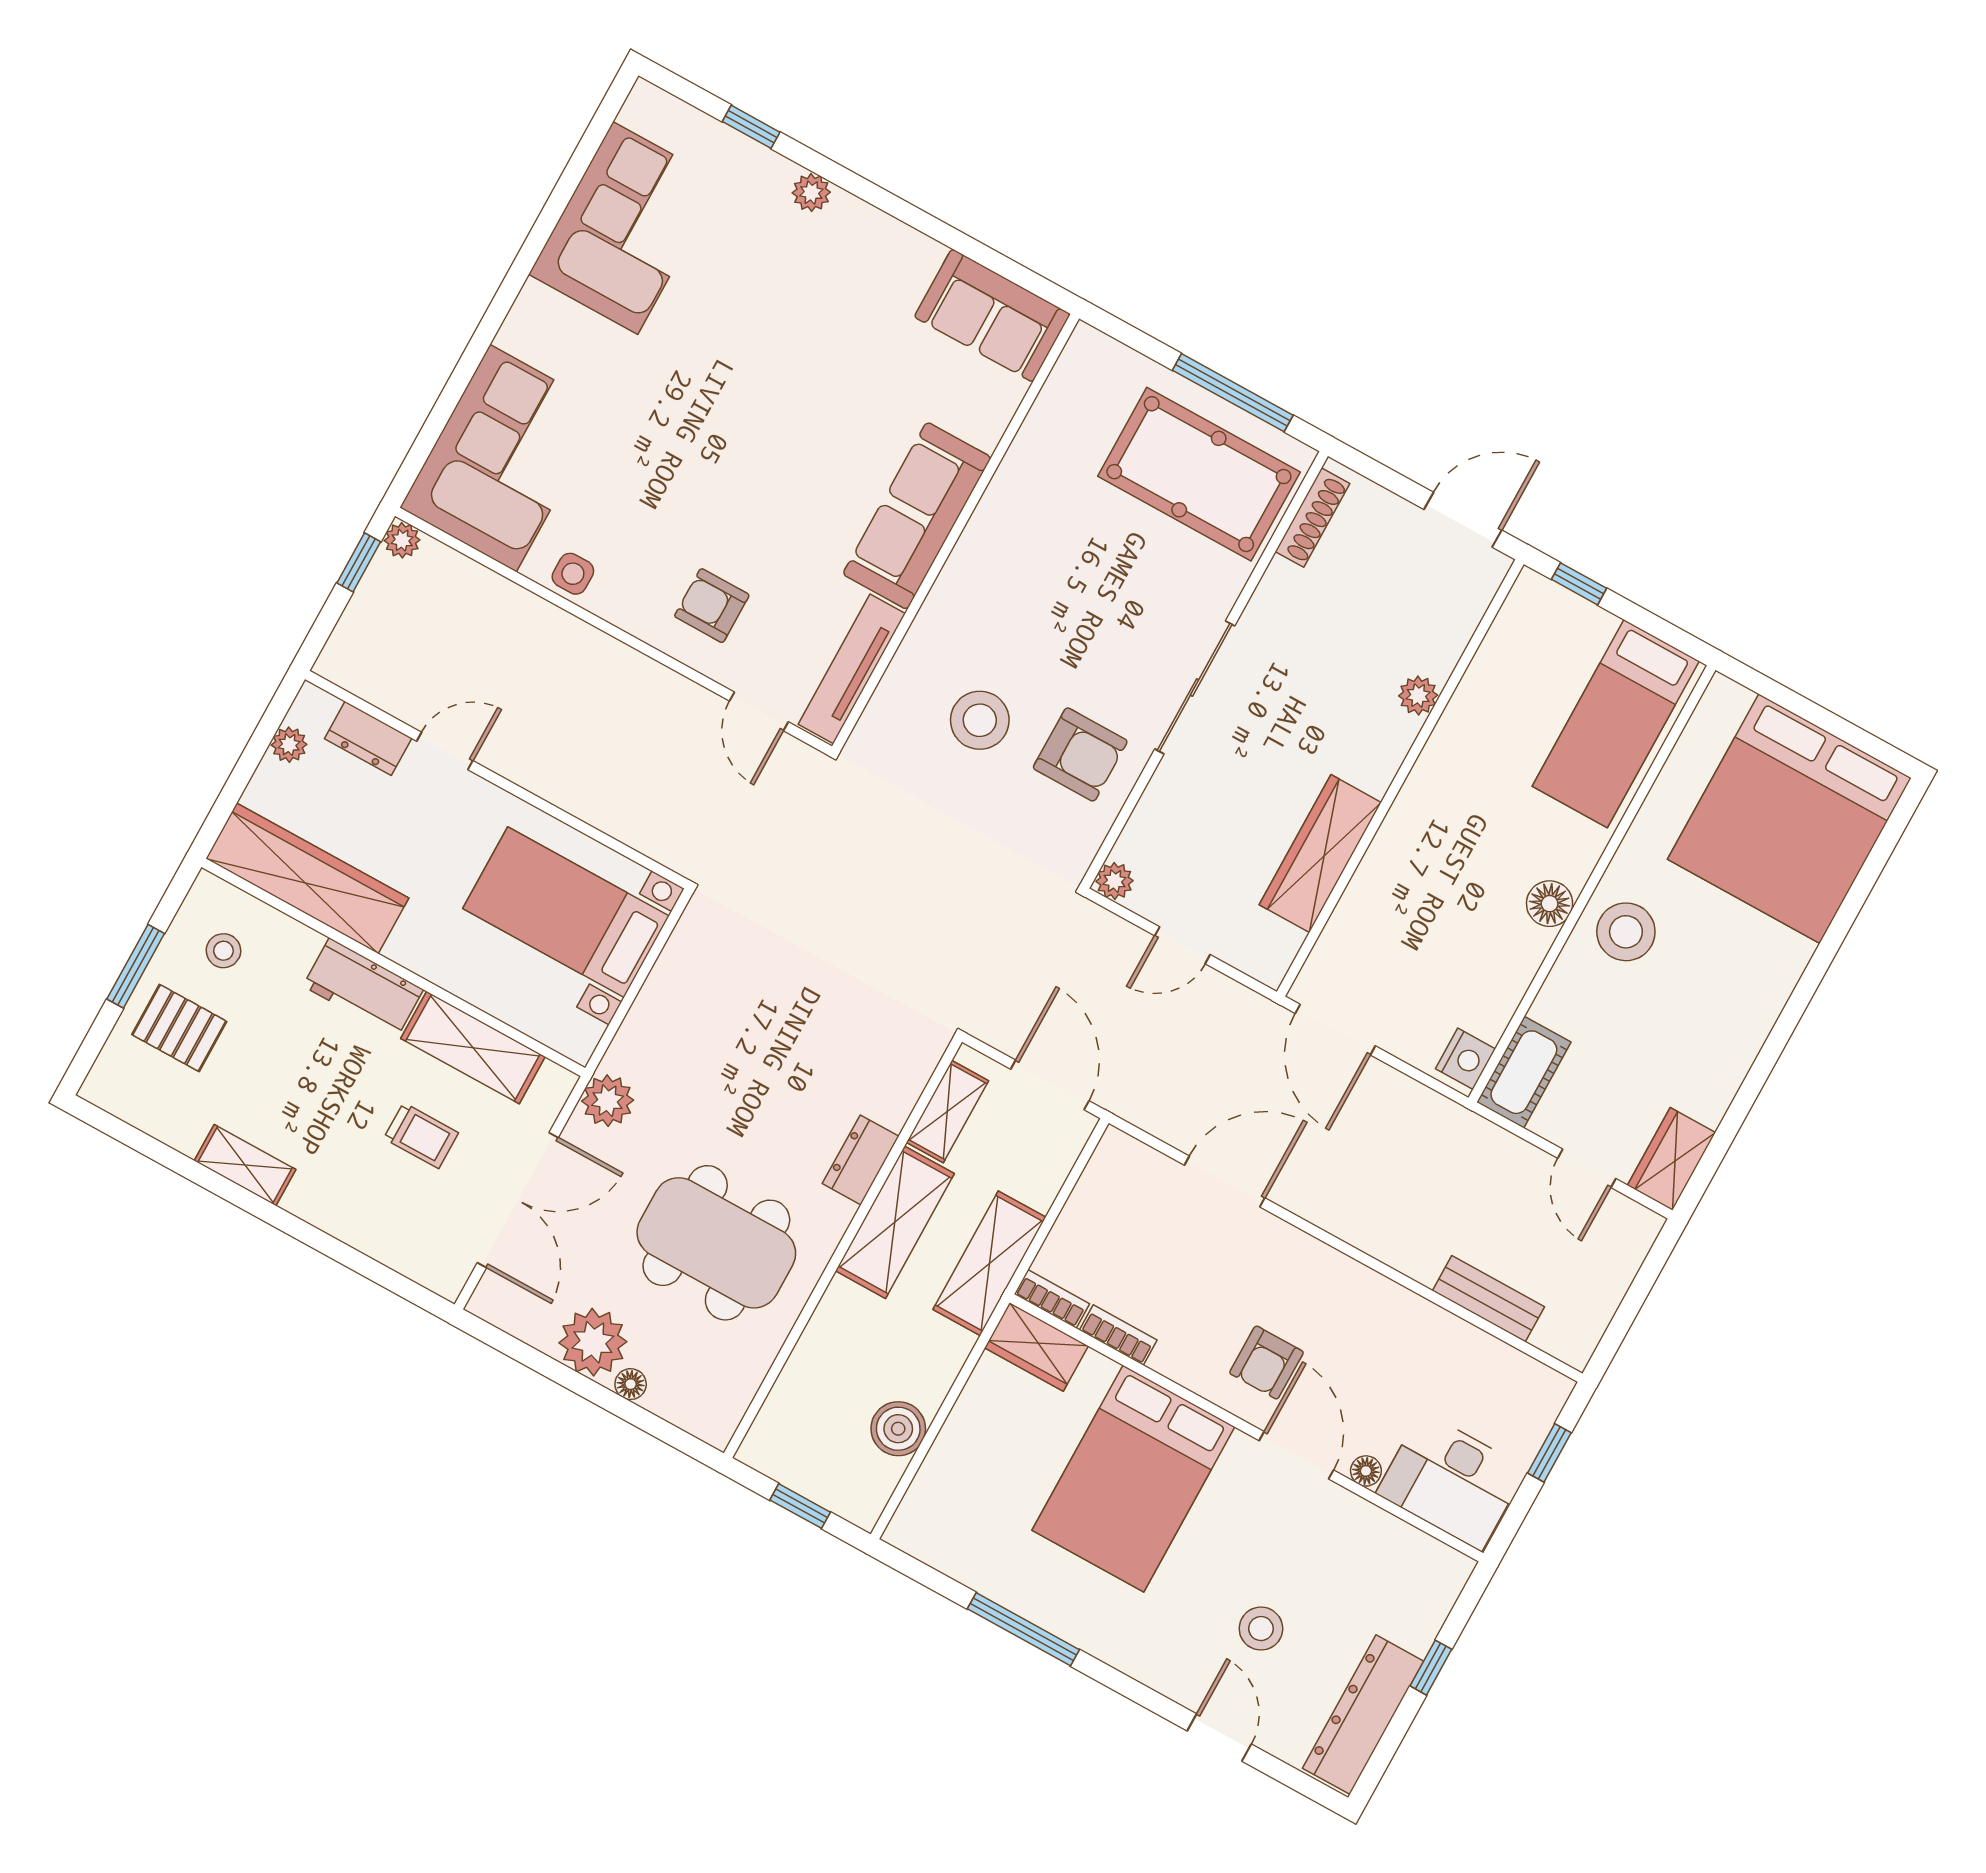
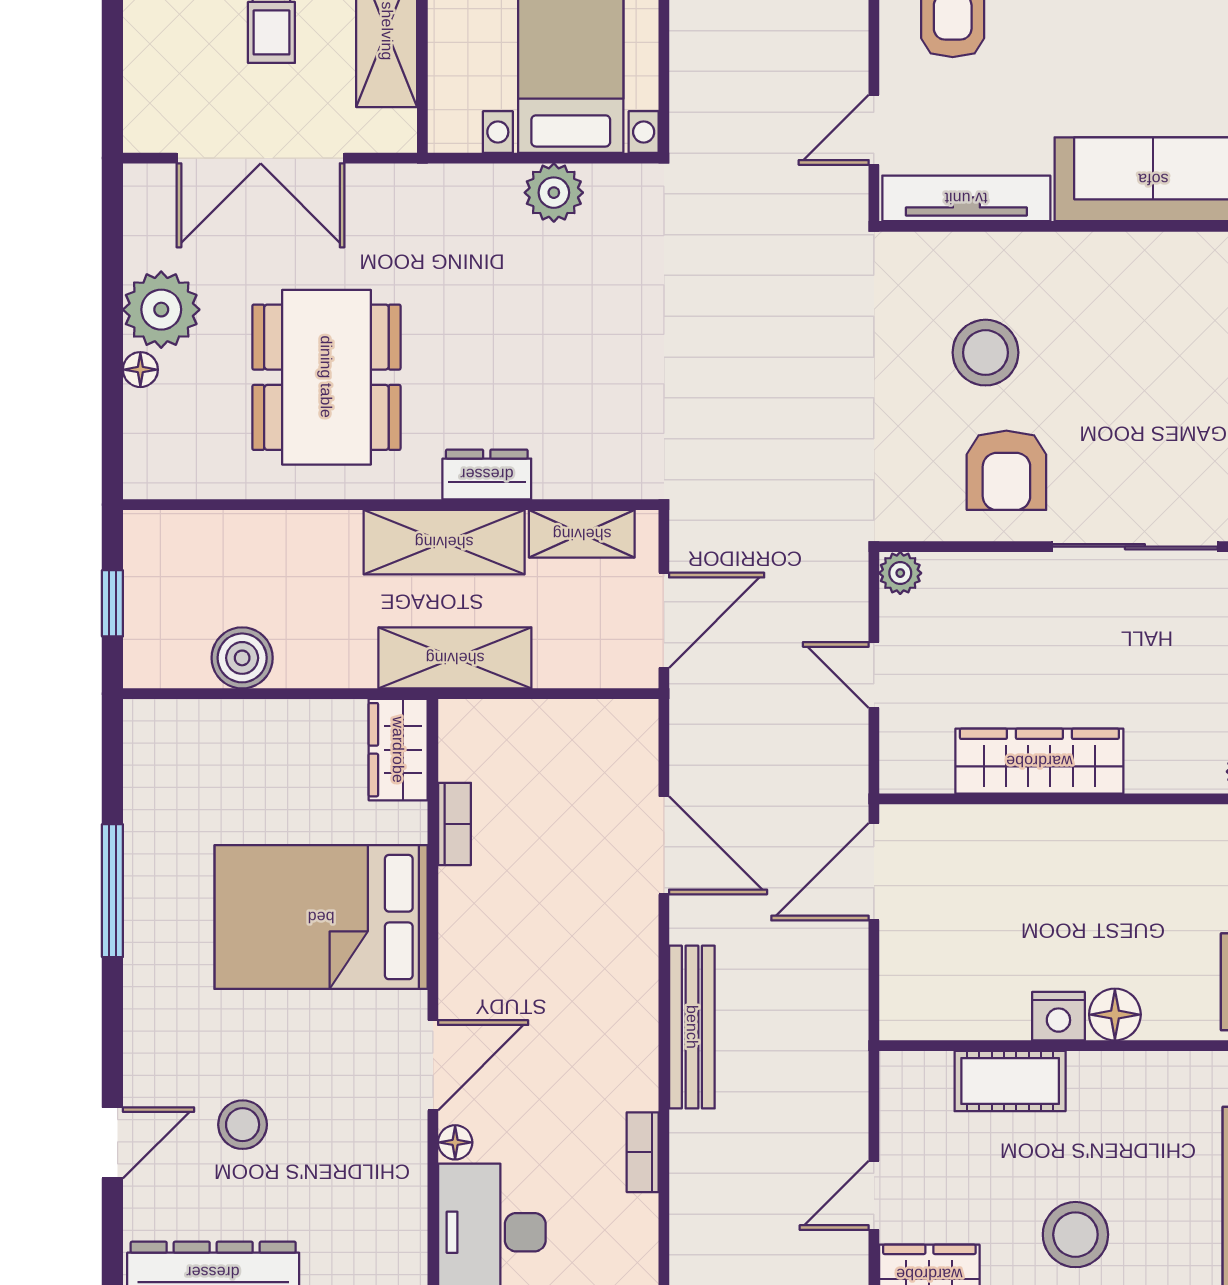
stool: (1626, 932) -> (1075, 1235), moved
nightstand: (1465, 1059) -> (1058, 1016), moved
cot: (1524, 1072) -> (1010, 1081), moved
plant: (608, 1101) -> (554, 193), moved
bookcase: (1052, 1299) -> (643, 1152), moved, turned 180
bench: (1488, 1299) -> (692, 1027), moved, width x1.36
armchair: (1266, 1363) -> (508, 985), removed

